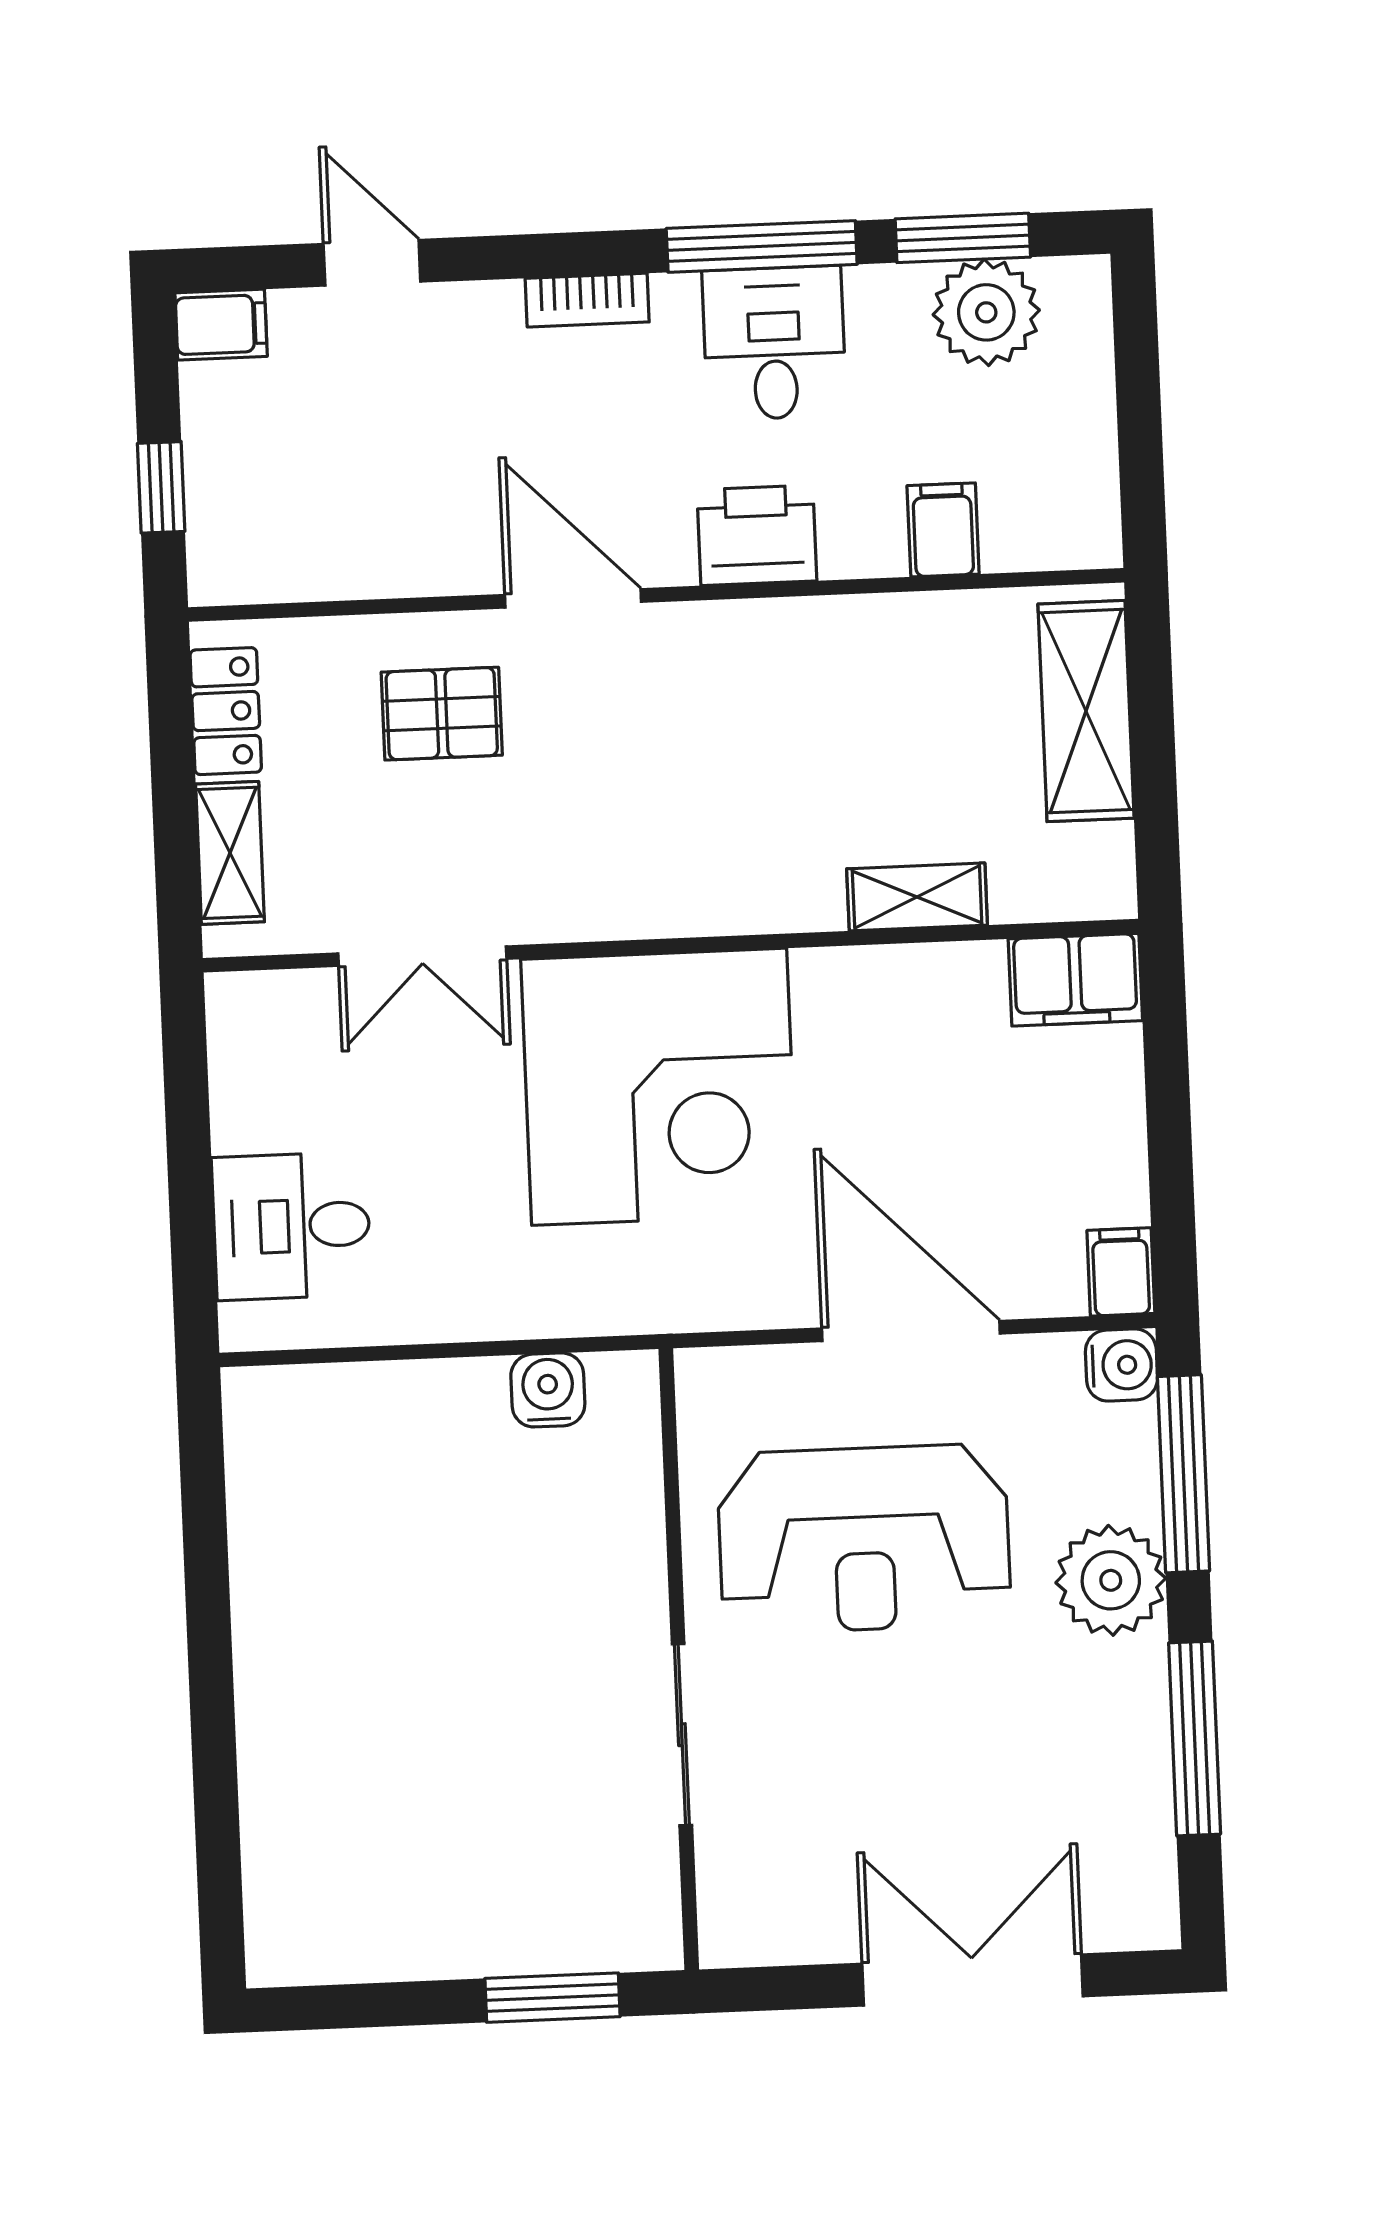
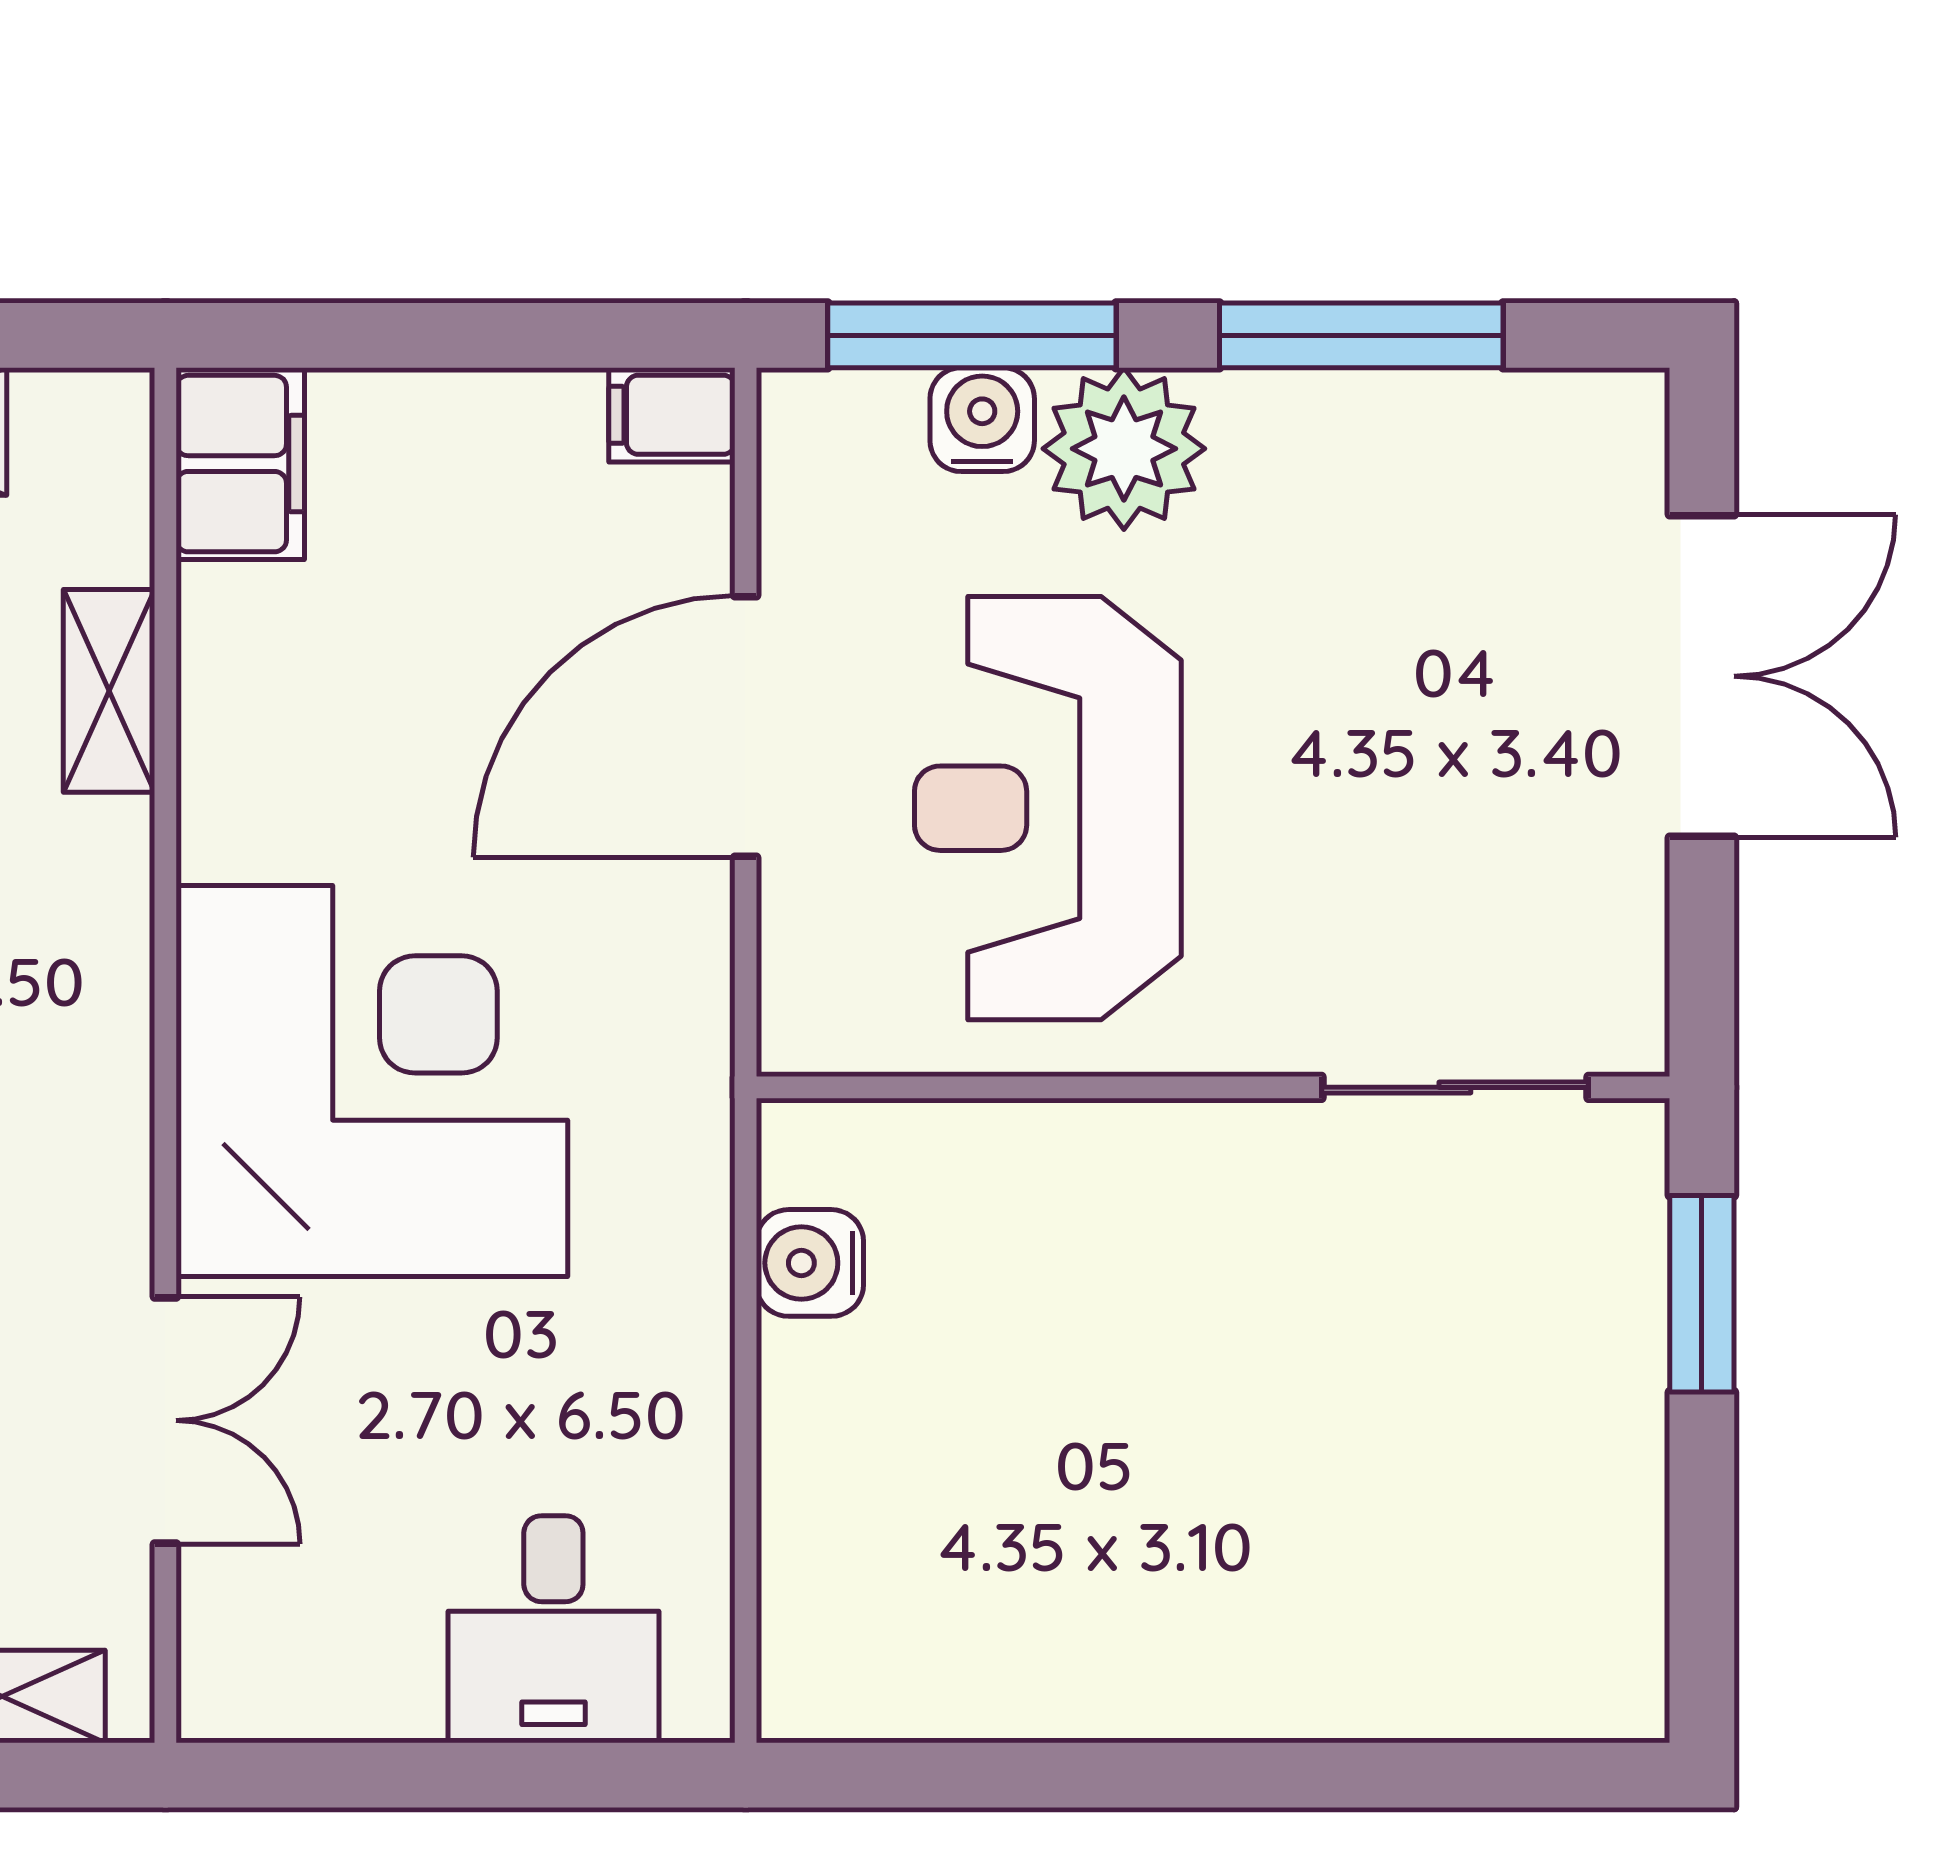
water cooler: (1121, 1365) -> (982, 420), moved
reception desk: (864, 1539) -> (1048, 808), turned 180
sliding door: (682, 1735) -> (1455, 1087), moved
double door: (973, 1980) -> (1702, 676), swing flipped

